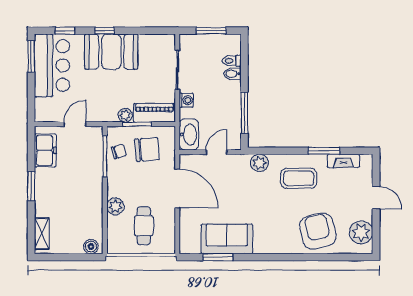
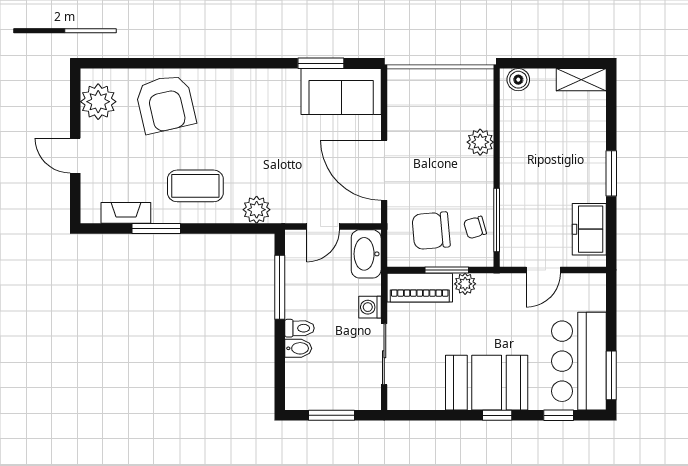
toilet: (232, 61) -> (300, 328), moved
cafe table: (144, 226) -> (436, 112), removed
shelving: (42, 234) -> (581, 80), moved, turned 90
sofa: (227, 239) -> (341, 92), moved

